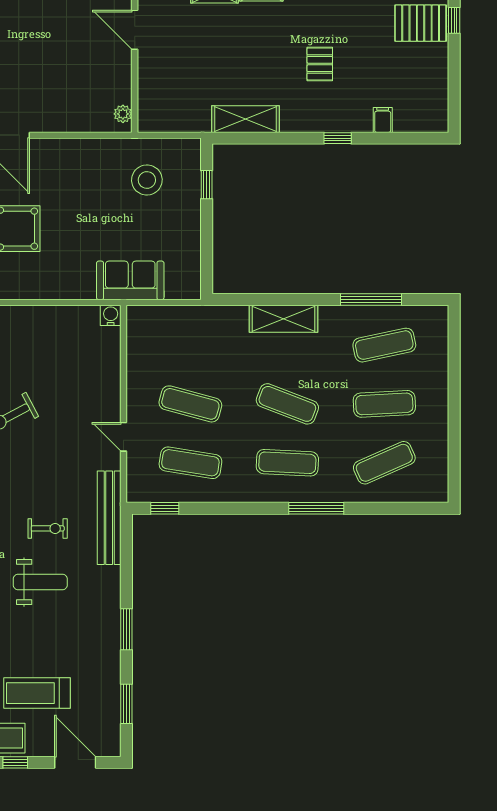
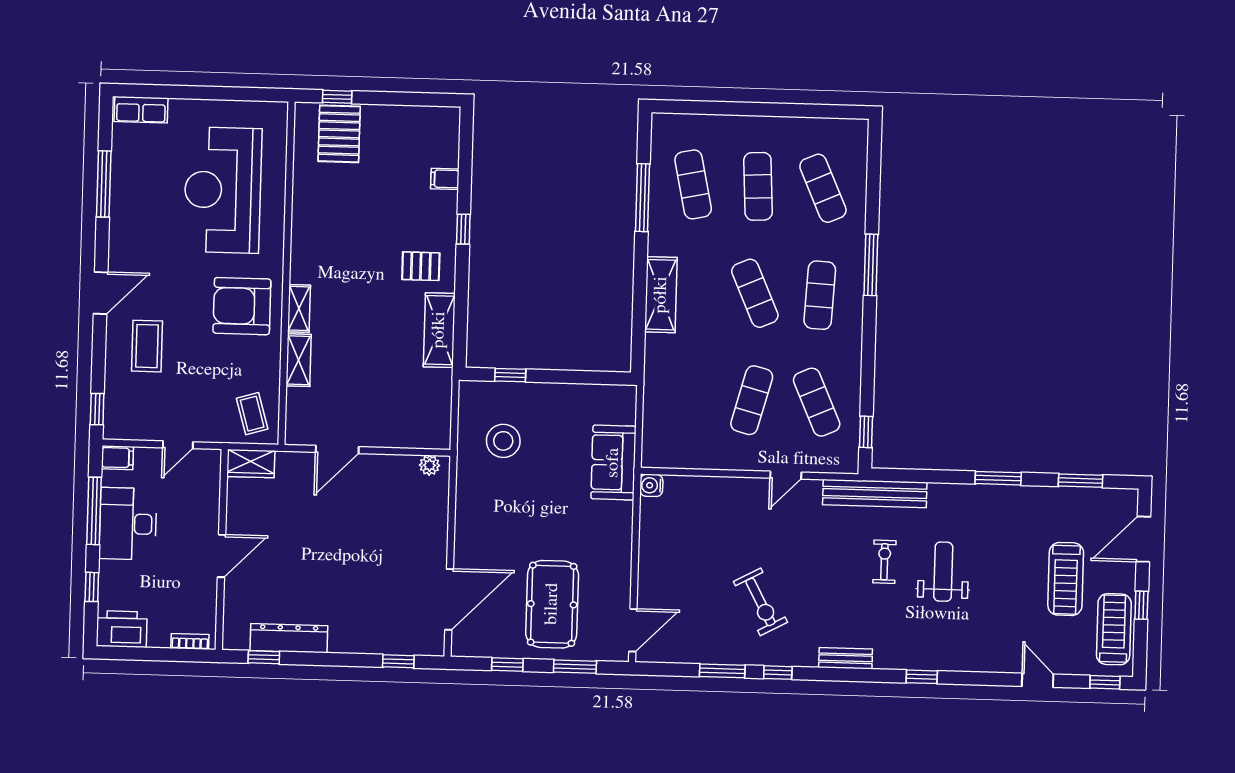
pallet: (320, 64) -> (421, 266), moved
exercise mat: (287, 404) -> (755, 293), turned -45
exercise mat: (190, 463) -> (817, 402), turned -33

